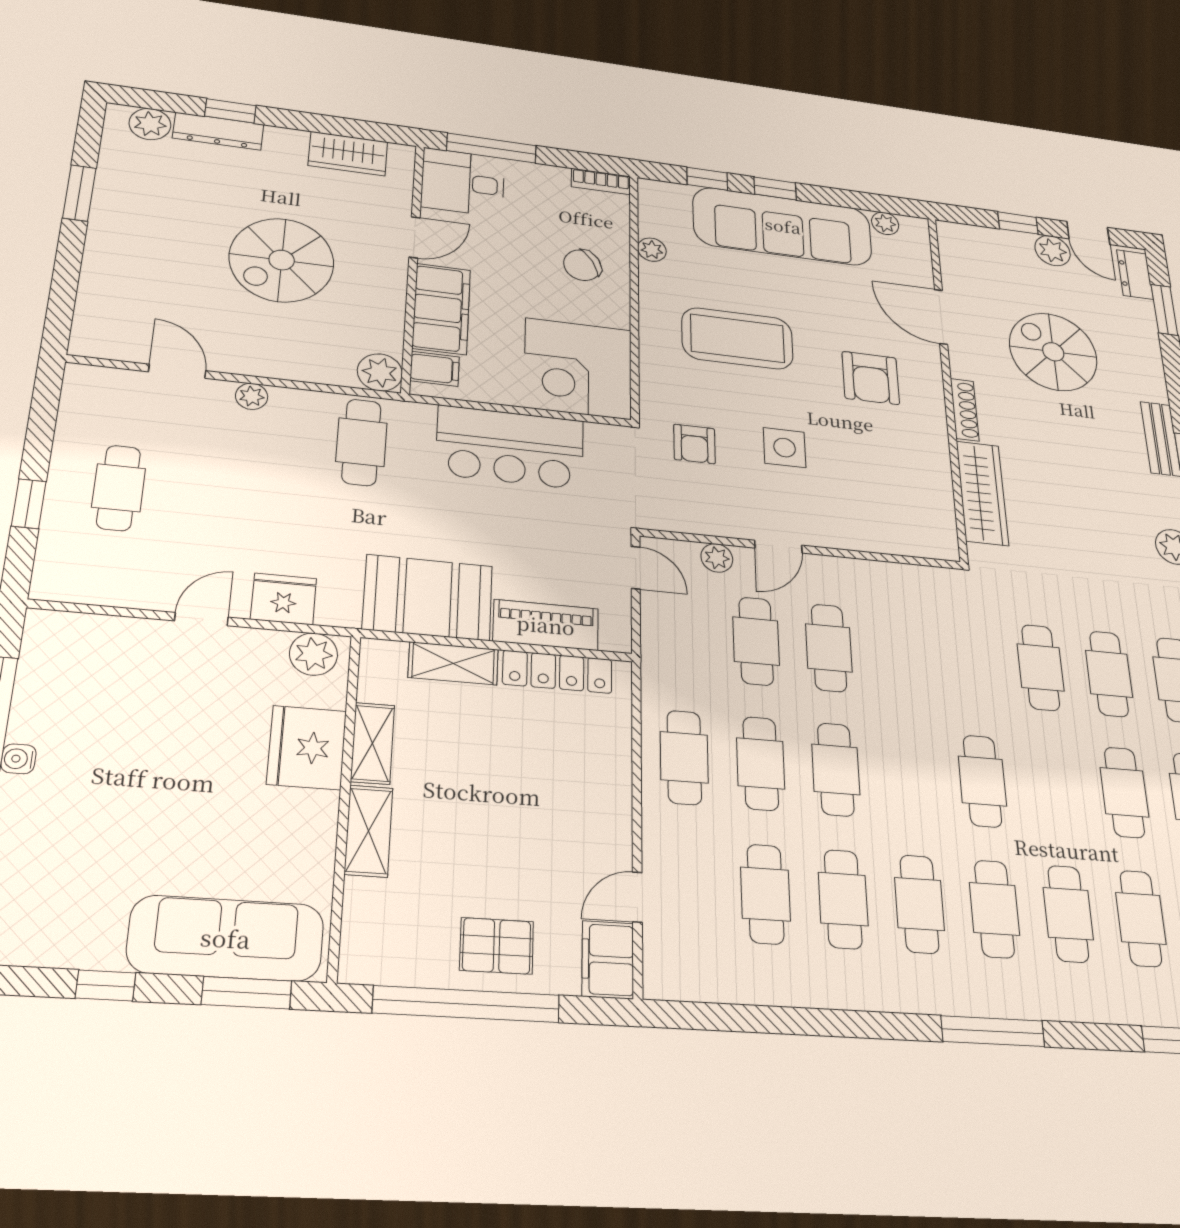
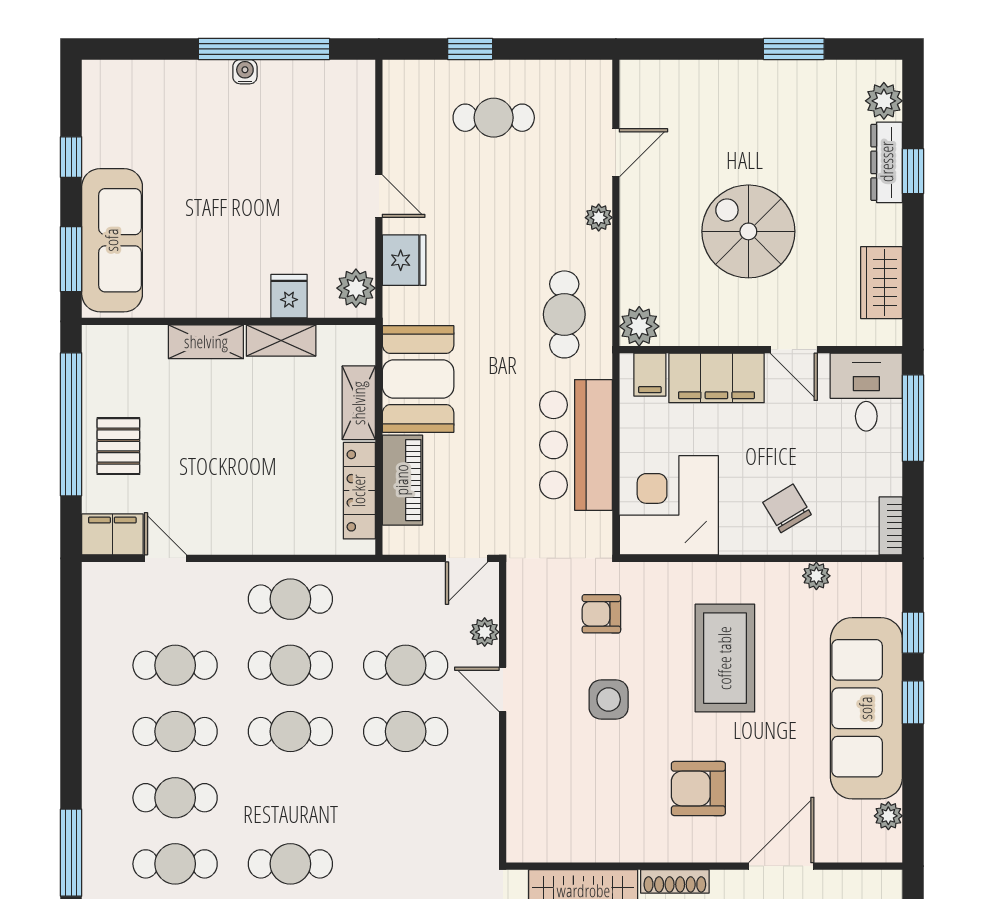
cafe table: (361, 442) -> (564, 314), turned 90
fridge: (307, 748) -> (289, 296), width x0.53, depth x0.75

